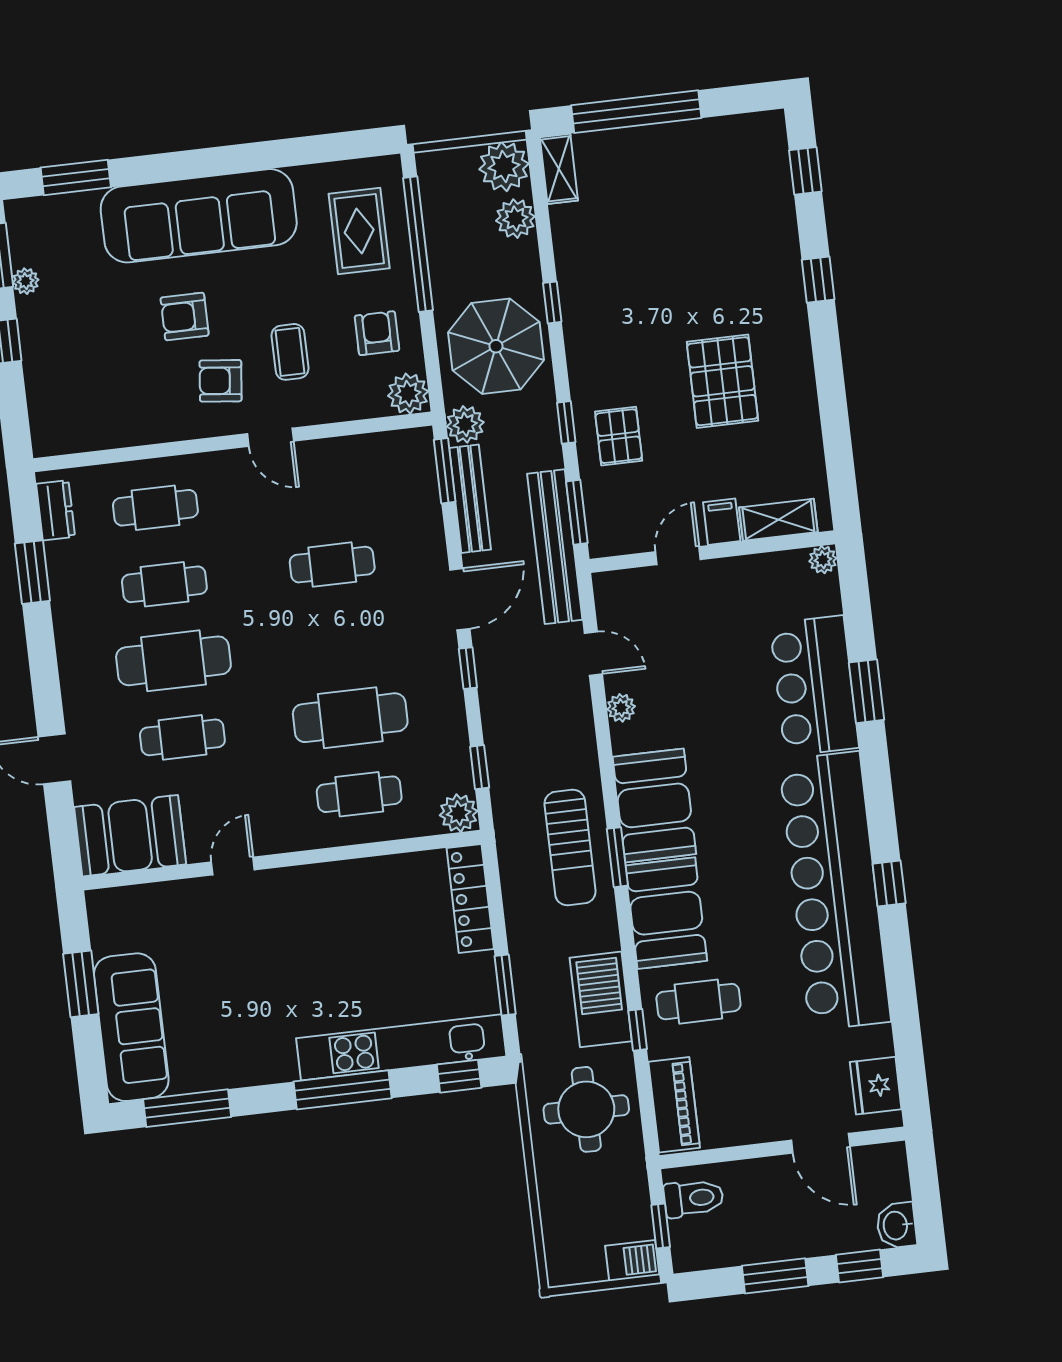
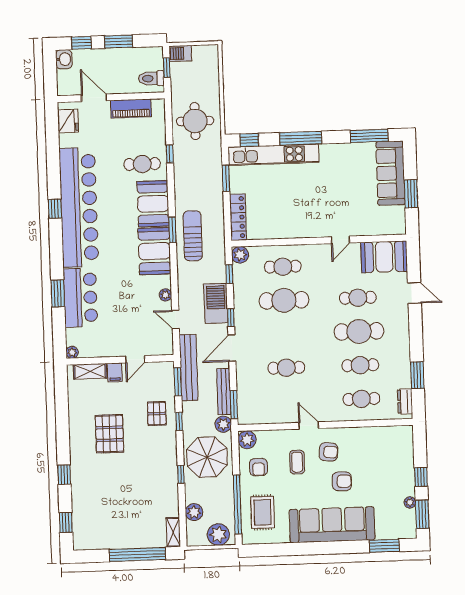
plant: (504, 166) -> (218, 535), moved
barbecue: (601, 999) -> (216, 303), moved, turned 180
piano: (674, 1105) -> (131, 109), moved, turned -90

